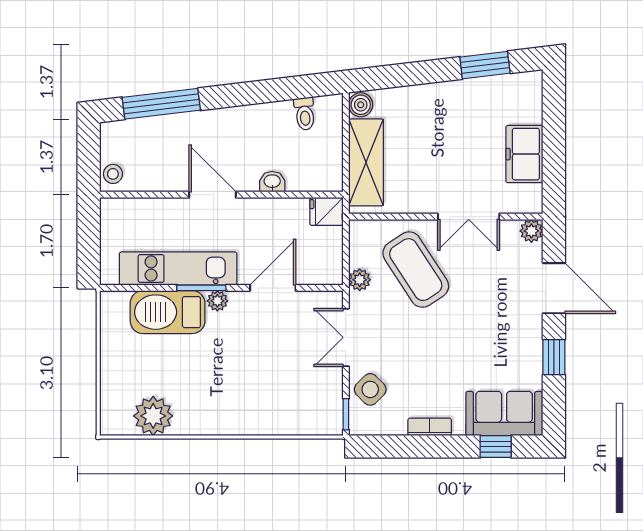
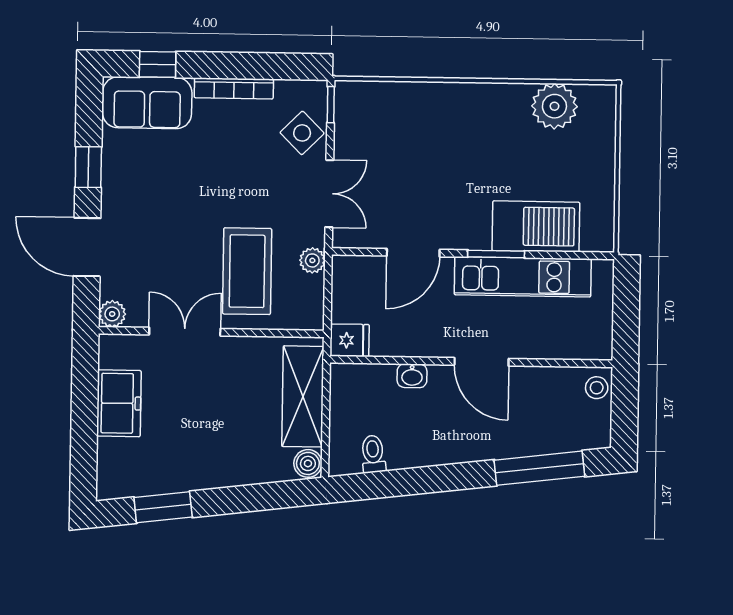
coffee table: (416, 270) -> (247, 271), turned 33
plant: (217, 301) -> (478, 239), removed
bookcase: (430, 427) -> (234, 88), width x1.56

